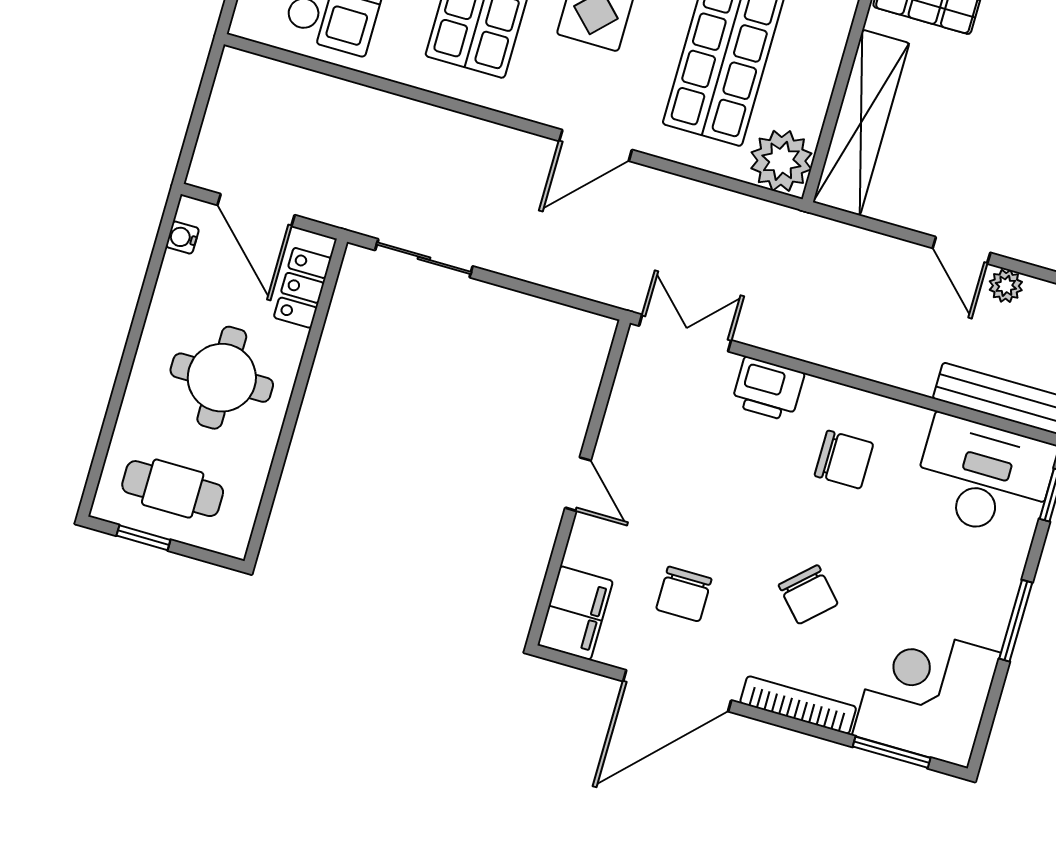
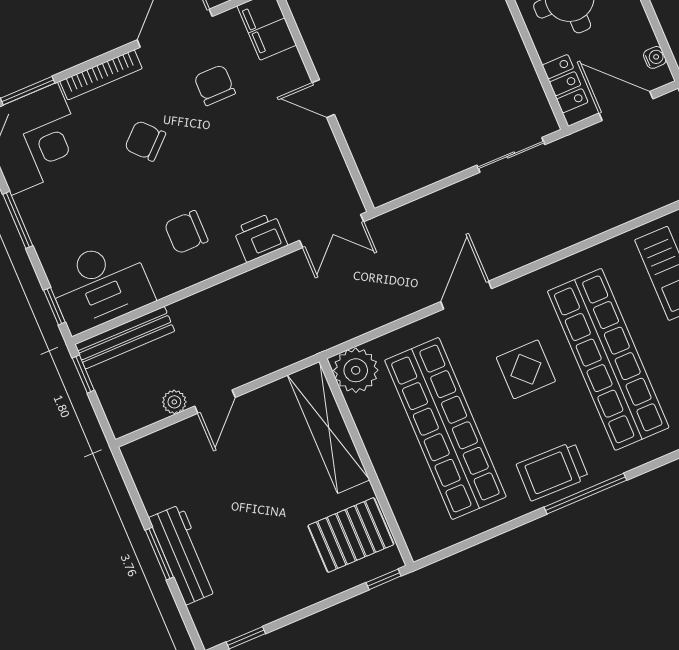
door: (962, 250) -> (215, 402), swing flipped

